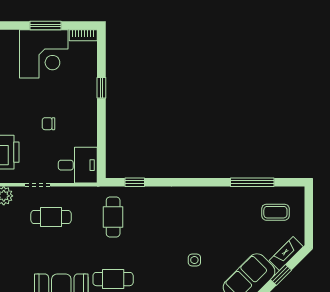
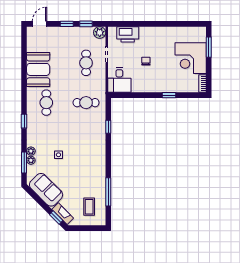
window: (46, 26) -> (209, 47), moved
window: (135, 182) -> (108, 127), moved
window: (281, 275) -> (56, 217), moved

